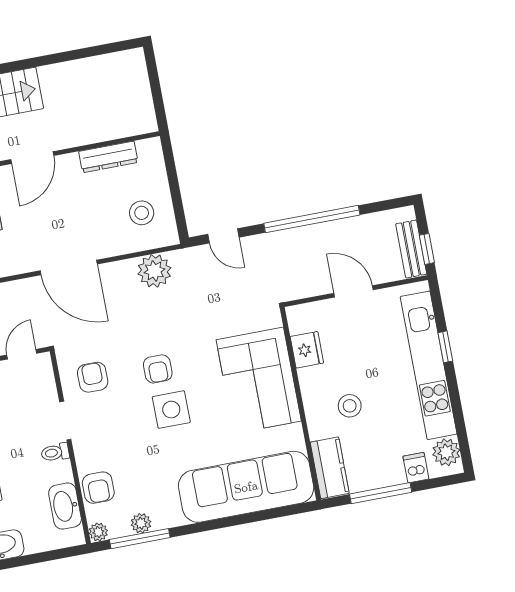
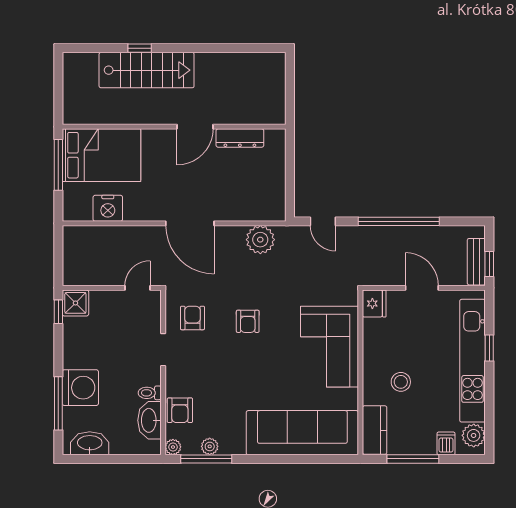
door: (32, 158) -> (195, 127), moved
stool: (142, 213) -> (259, 190), removed
fridge: (307, 350) -> (374, 303), moved
side table: (171, 410) -> (253, 357), removed
toilet: (55, 452) -> (150, 393), moved

